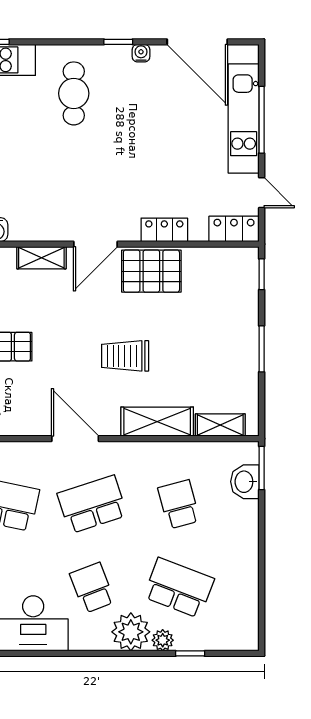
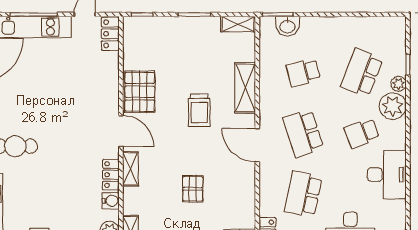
locker: (164, 230) -> (111, 175), moved
shelving: (220, 425) -> (238, 24), moved, turned 90
door: (75, 439) -> (257, 145), hinge flipped

